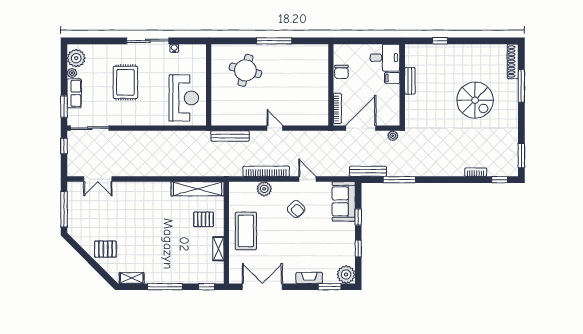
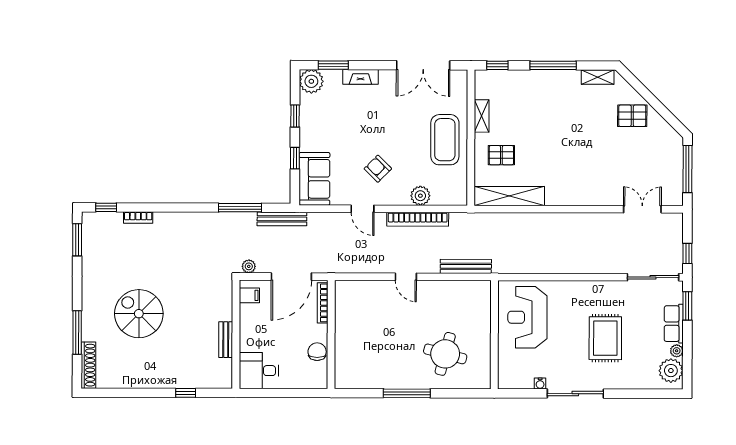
filing cabinet: (392, 78) -> (249, 295), moved

